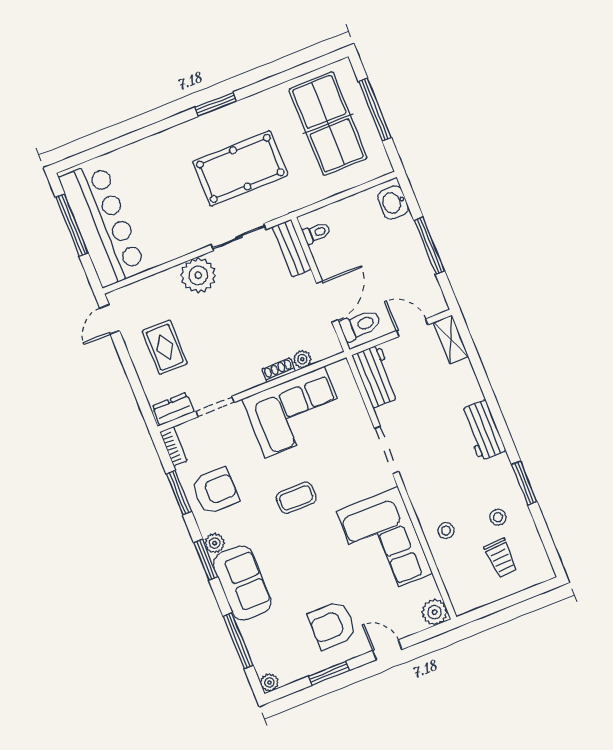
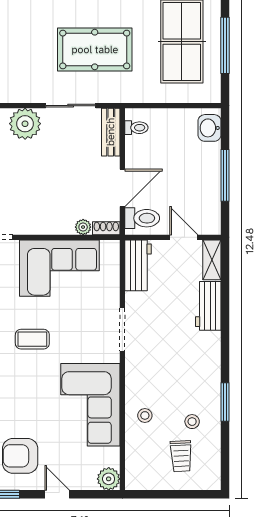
shoe rack: (279, 370) -> (106, 228), moved
workbench: (483, 430) -> (208, 306), moved

